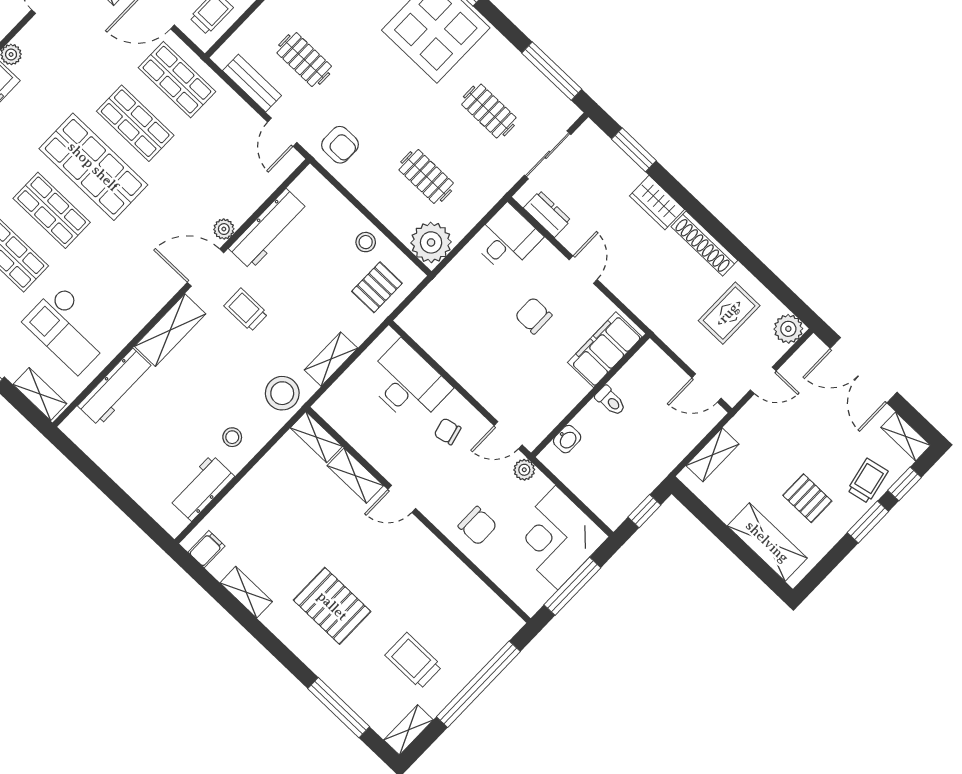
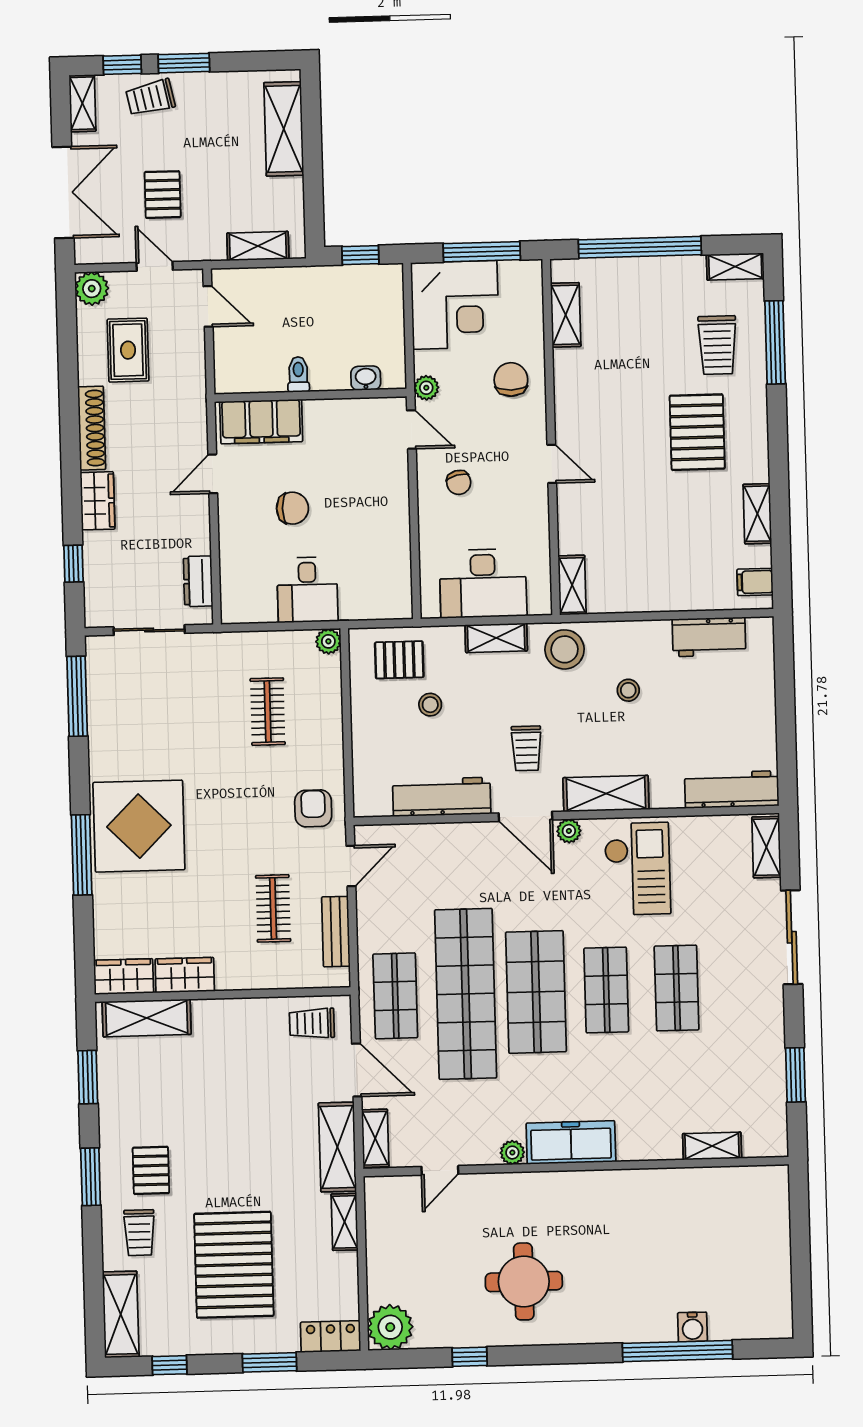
clothes rail: (489, 111) -> (162, 714), removed
shop shelf: (135, 123) -> (466, 994), width x2.00, depth x1.36
window: (634, 150) -> (73, 564), width x0.67
plant: (224, 229) -> (569, 831), moved
desk: (507, 239) -> (307, 590), moved, turned -90
stool: (366, 242) -> (430, 705), moved
plant: (431, 242) -> (328, 641), width x0.53, depth x0.53
door: (583, 270) -> (213, 474), moved
rug: (729, 313) -> (128, 350), turned 90
chair: (533, 316) -> (292, 508), turned -90
checkout: (69, 329) -> (637, 869), moved
desk: (407, 383) -> (483, 583), moved, turned -90
workbench: (116, 387) -> (732, 790), moved
stool: (232, 437) -> (628, 690), moved
shelving: (355, 476) -> (566, 315), moved
pallet: (807, 498) -> (163, 195), moved
trolley: (414, 661) -> (717, 345), moved

